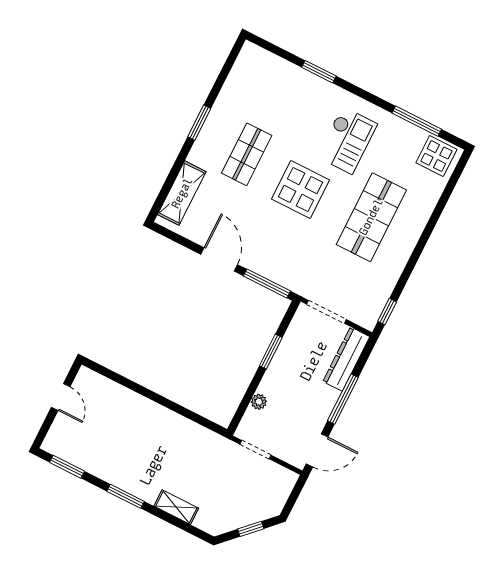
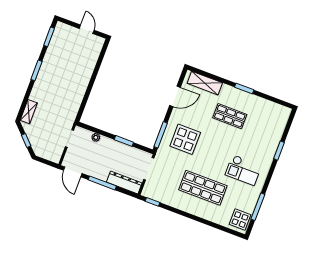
display table: (300, 190) -> (185, 139), moved
door: (219, 259) -> (175, 96), moved
door: (61, 397) -> (87, 29), swing flipped
shelving: (176, 507) -> (29, 112), moved

